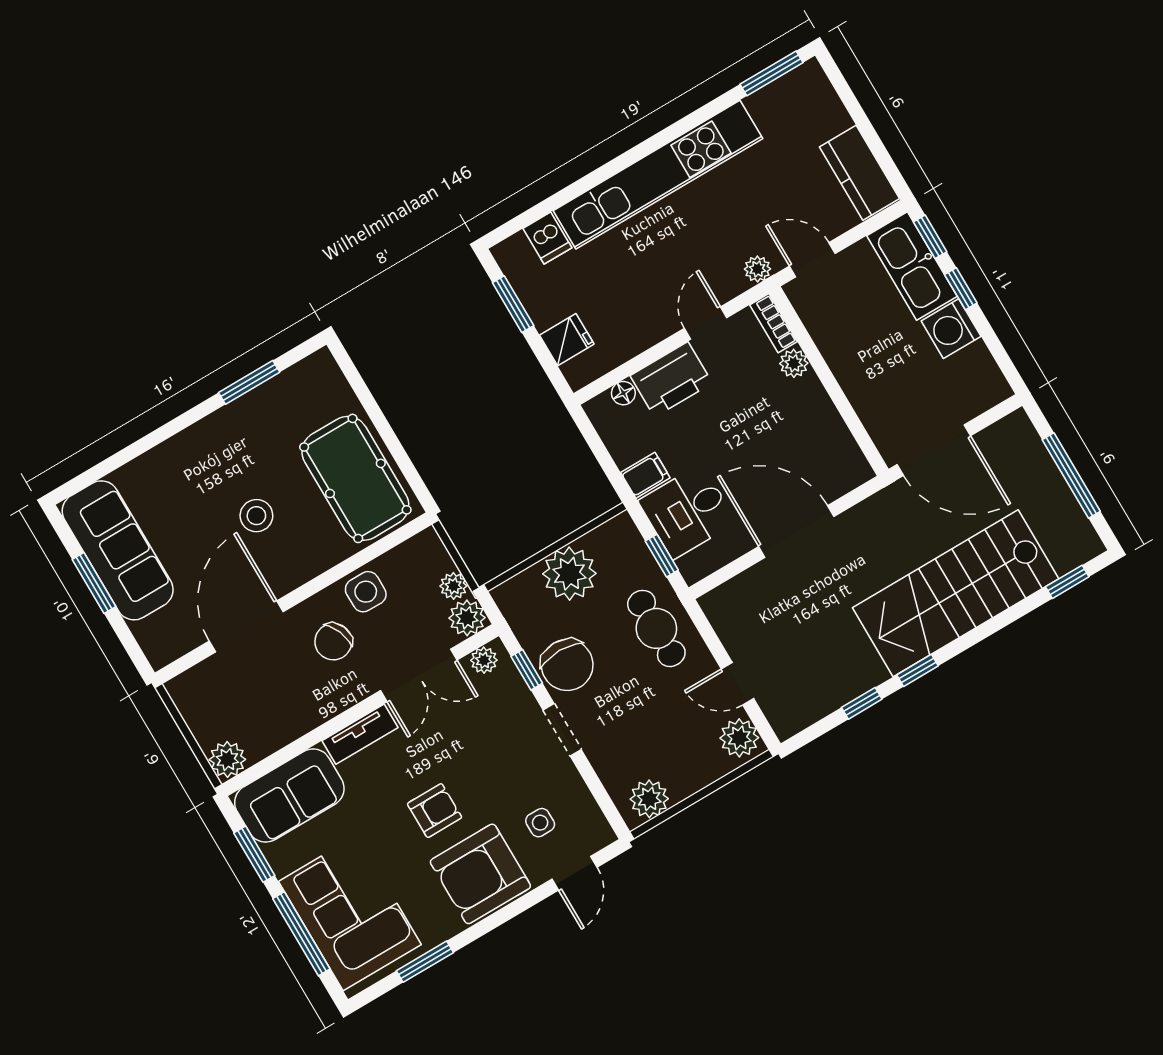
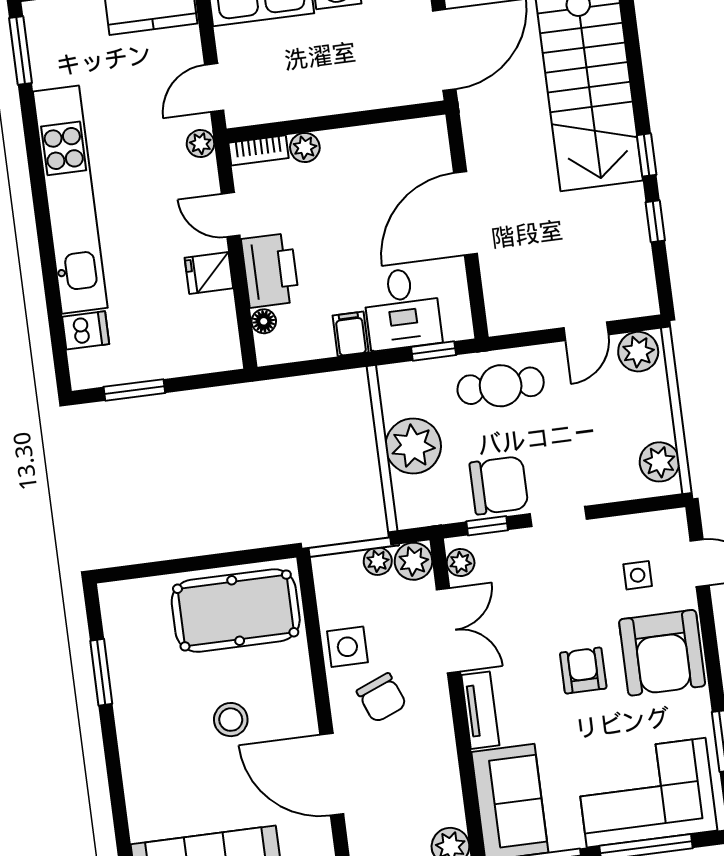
fridge: (567, 340) -> (209, 273), moved, turned -90

